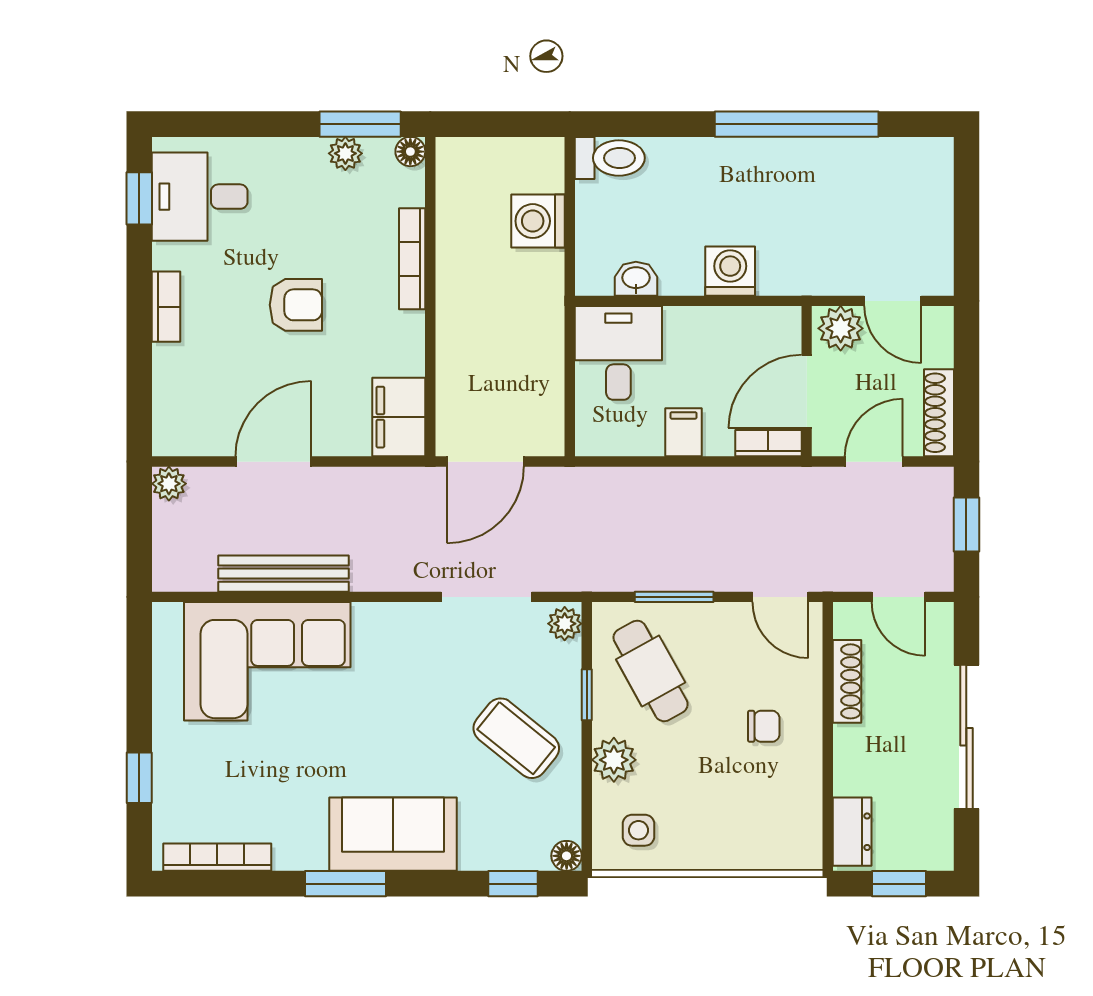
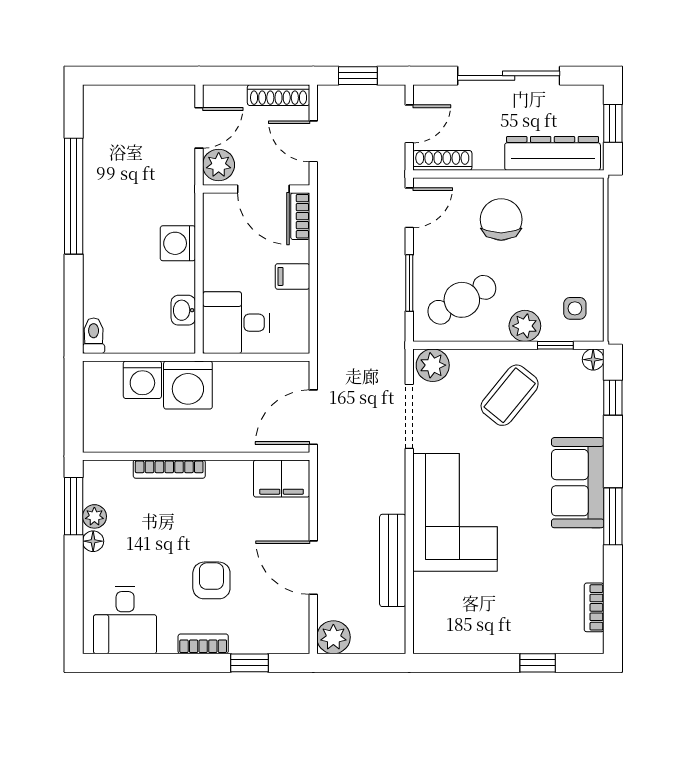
floor lamp: (410, 152) -> (93, 541), moved
toilet: (610, 158) -> (94, 336), width x0.73, depth x0.72
window: (139, 198) -> (249, 663), moved
washing machine: (531, 285) -> (188, 385), added
armchair: (296, 305) -> (211, 580), moved
door: (485, 462) -> (313, 417), swing flipped
plant: (169, 484) -> (333, 637), width x1.38, depth x1.38
plant: (565, 624) -> (433, 365), width x1.38, depth x1.38
corner sofa: (267, 661) -> (455, 512), moved
shoe rack: (847, 681) -> (442, 160), moved
window: (587, 695) -> (555, 345), moved
chair: (764, 726) -> (501, 219), width x1.87, depth x1.87
dresser: (852, 832) -> (553, 153), width x1.96, depth x1.24
bookcase: (217, 857) -> (594, 607), width x0.64

